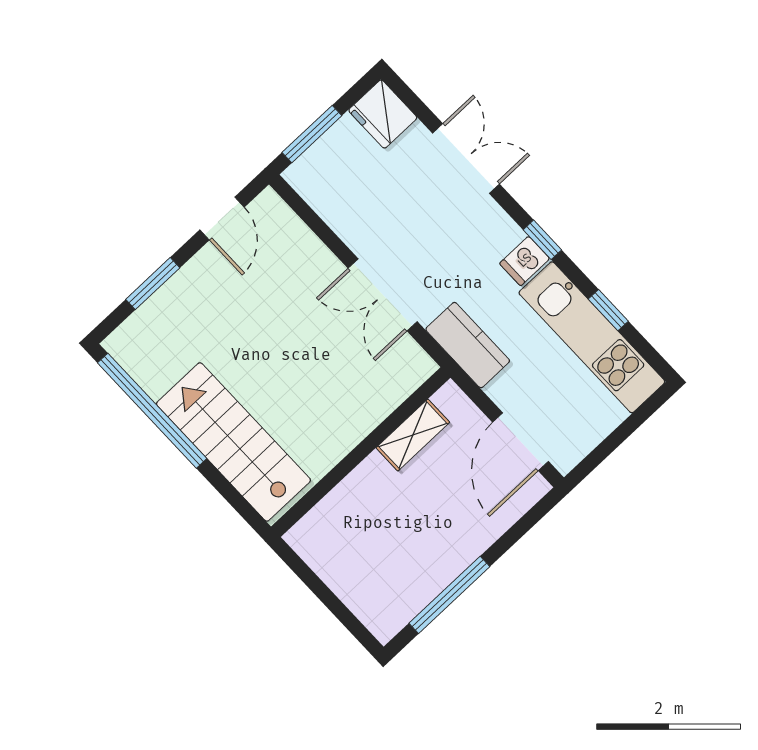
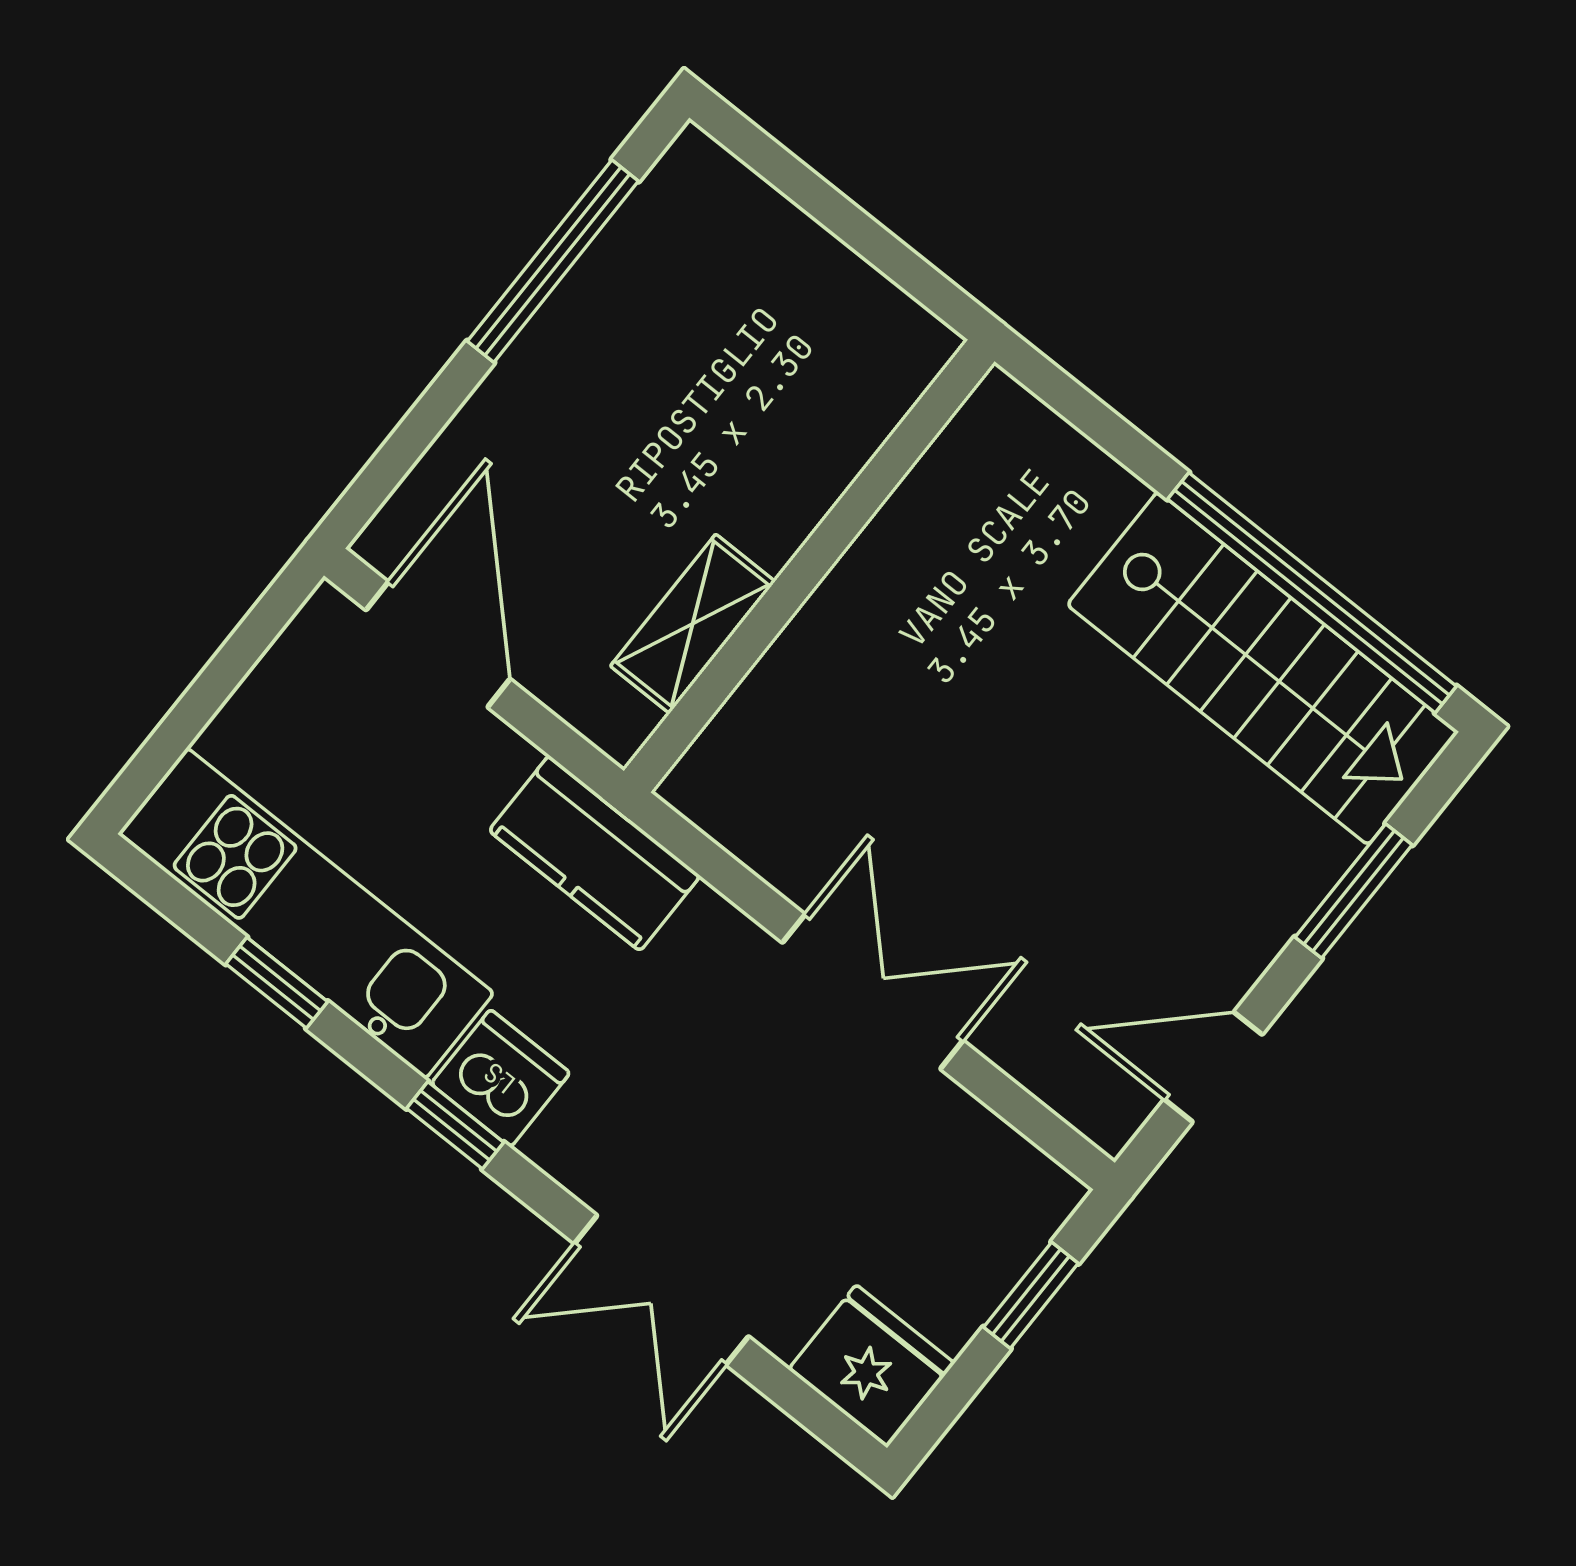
window: (312, 134) -> (1031, 1295), width x0.67
door: (222, 219) -> (1213, 1067), hinge flipped
dishwasher: (525, 261) -> (500, 1078), width x1.38
double door: (383, 295) -> (873, 992), moved
stairs: (233, 442) -> (1263, 668), moved

